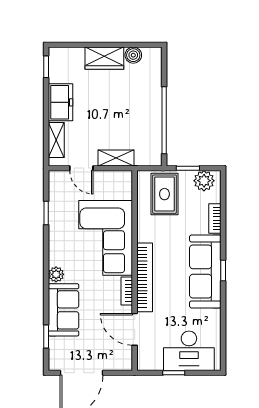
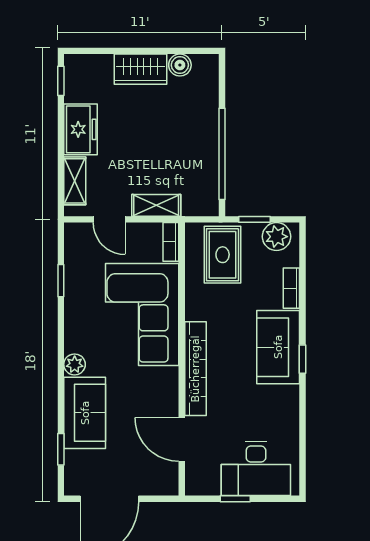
sofa: (205, 271) -> (278, 347), width x0.73
bookcase: (127, 291) -> (171, 242), moved

